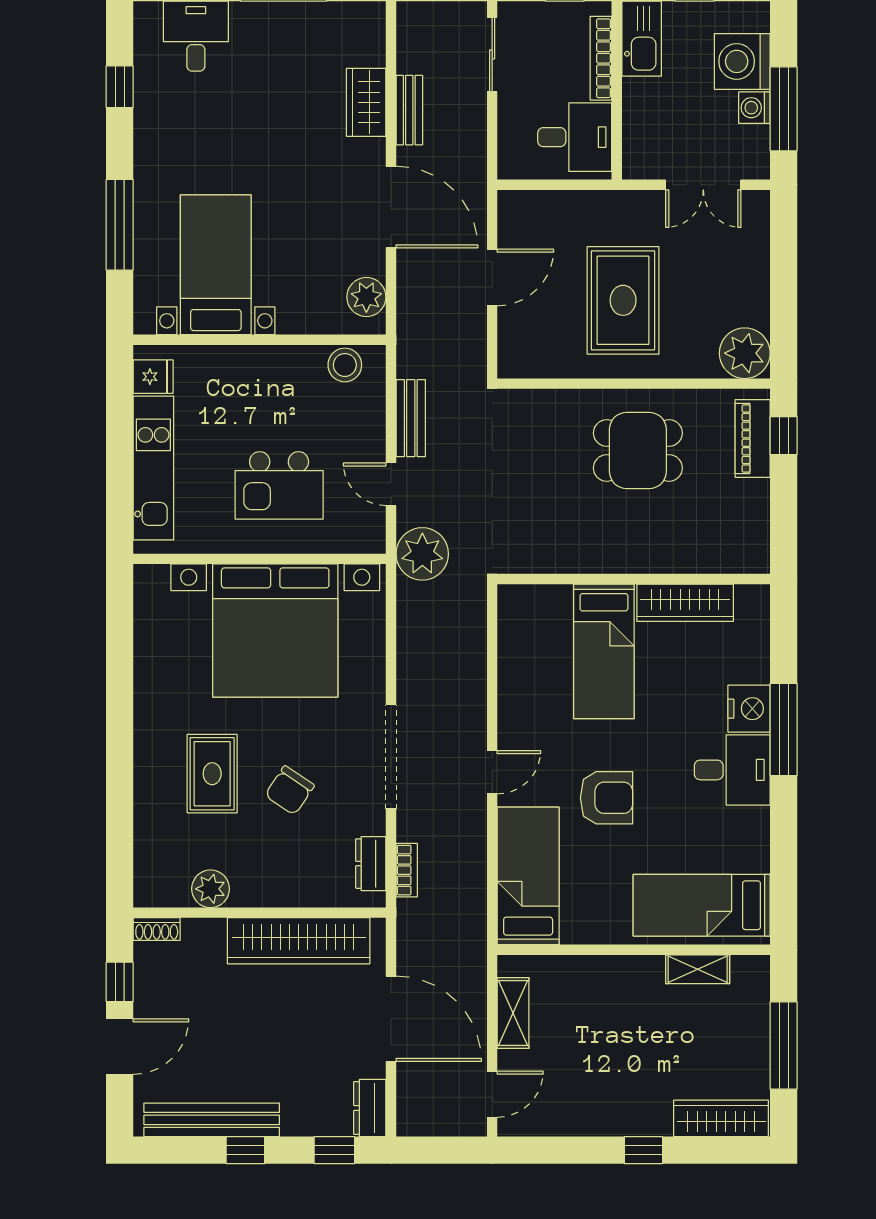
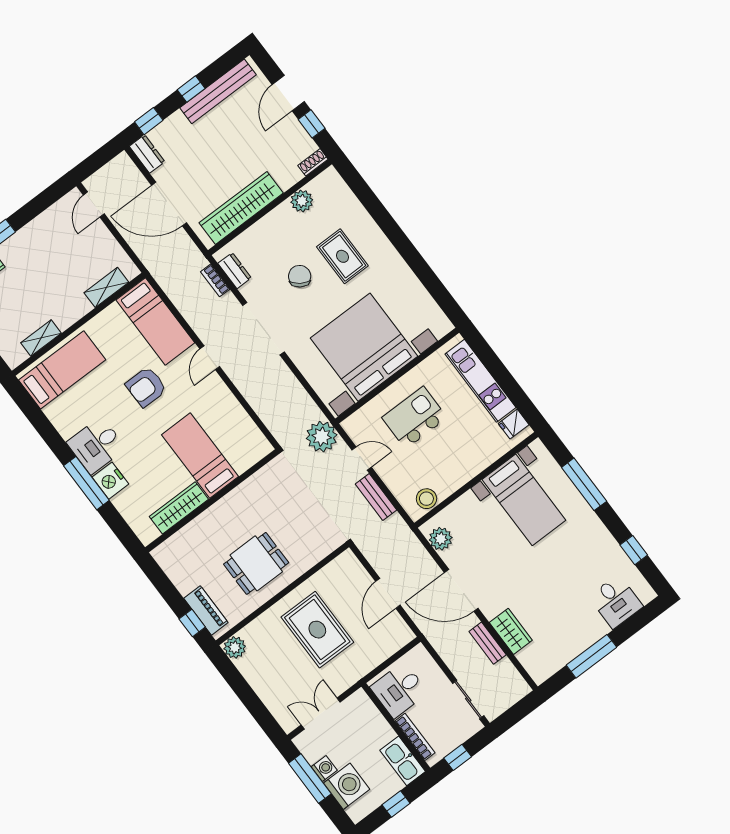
plant: (745, 353) -> (235, 647), width x0.73, depth x0.73
shelving: (513, 1013) -> (106, 287), moved, turned 90

